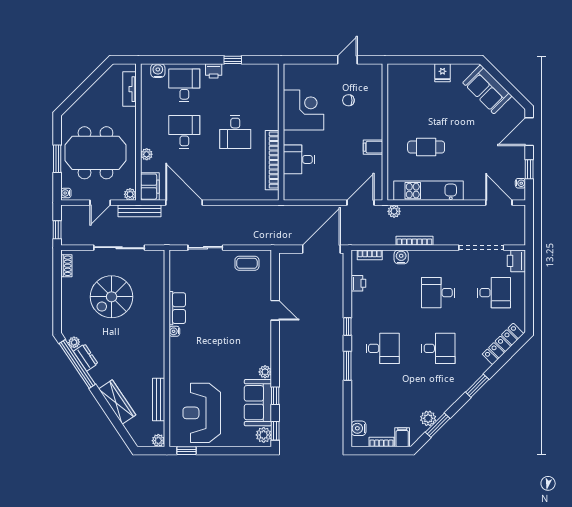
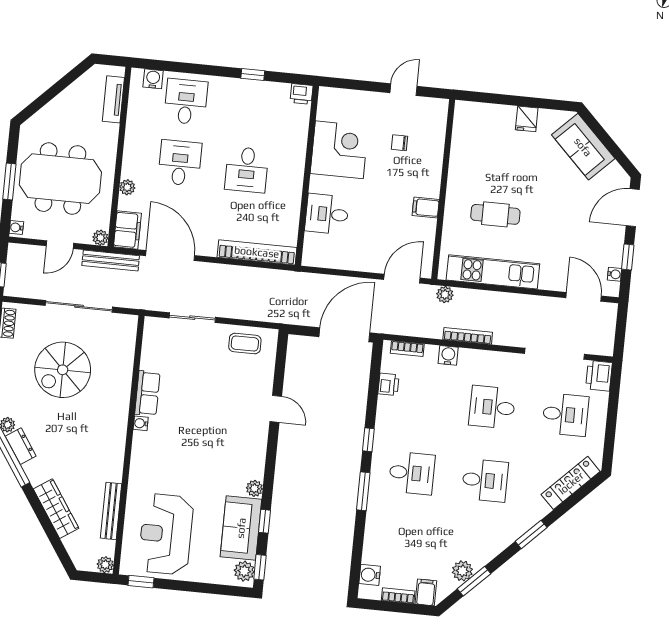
printer: (214, 71) -> (302, 94), moved
bookcase: (272, 160) -> (257, 252), moved, turned 90

